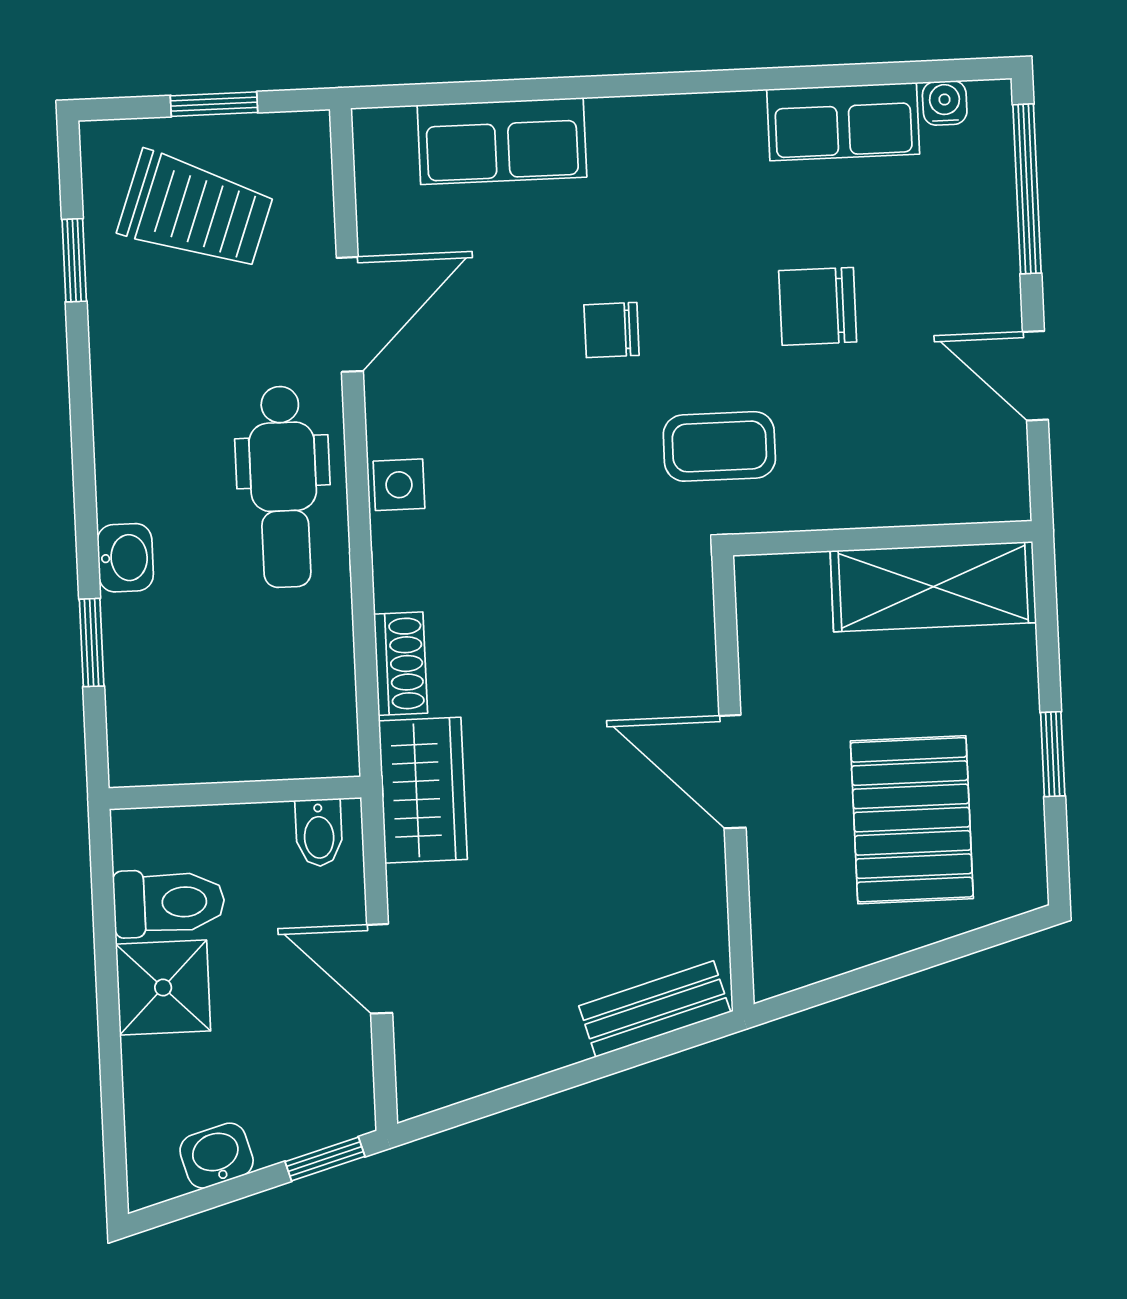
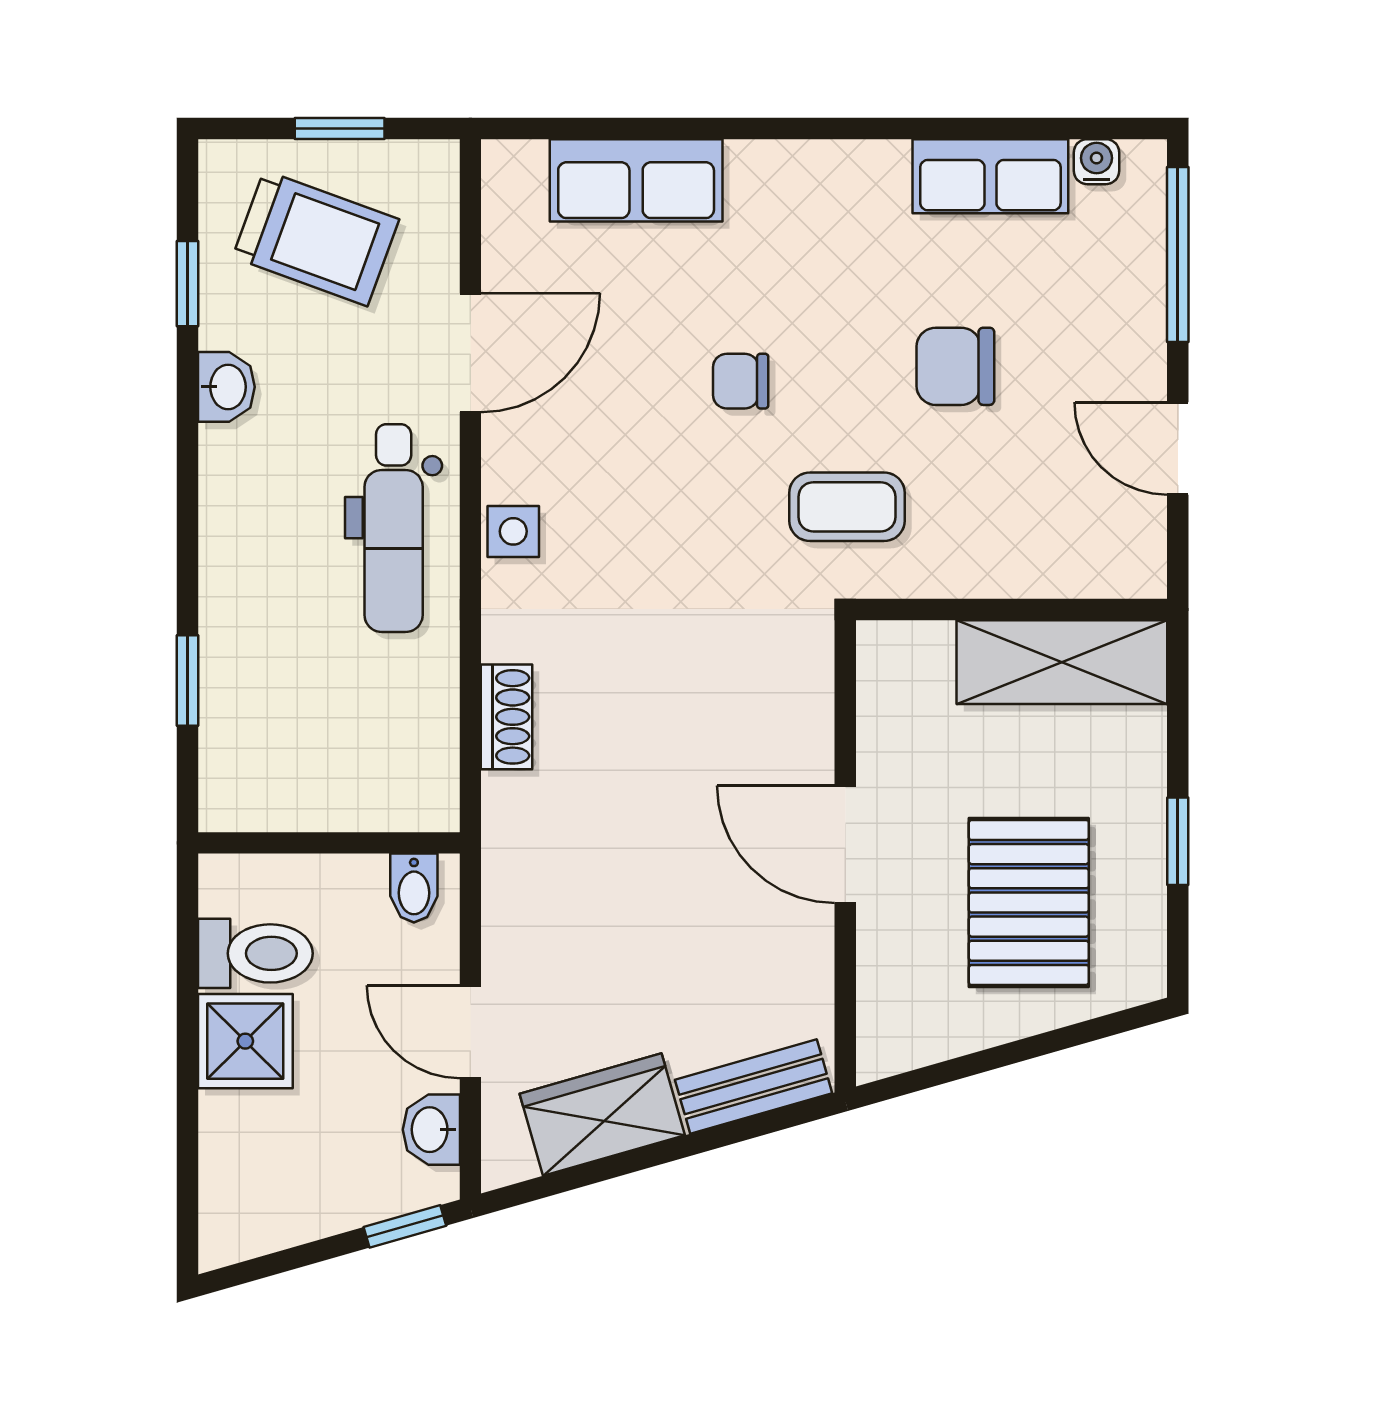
washbasin: (125, 558) -> (226, 387), moved
wardrobe: (423, 790) -> (602, 1114), moved, turned -106
washbasin: (217, 1156) -> (431, 1130), moved, turned -74

